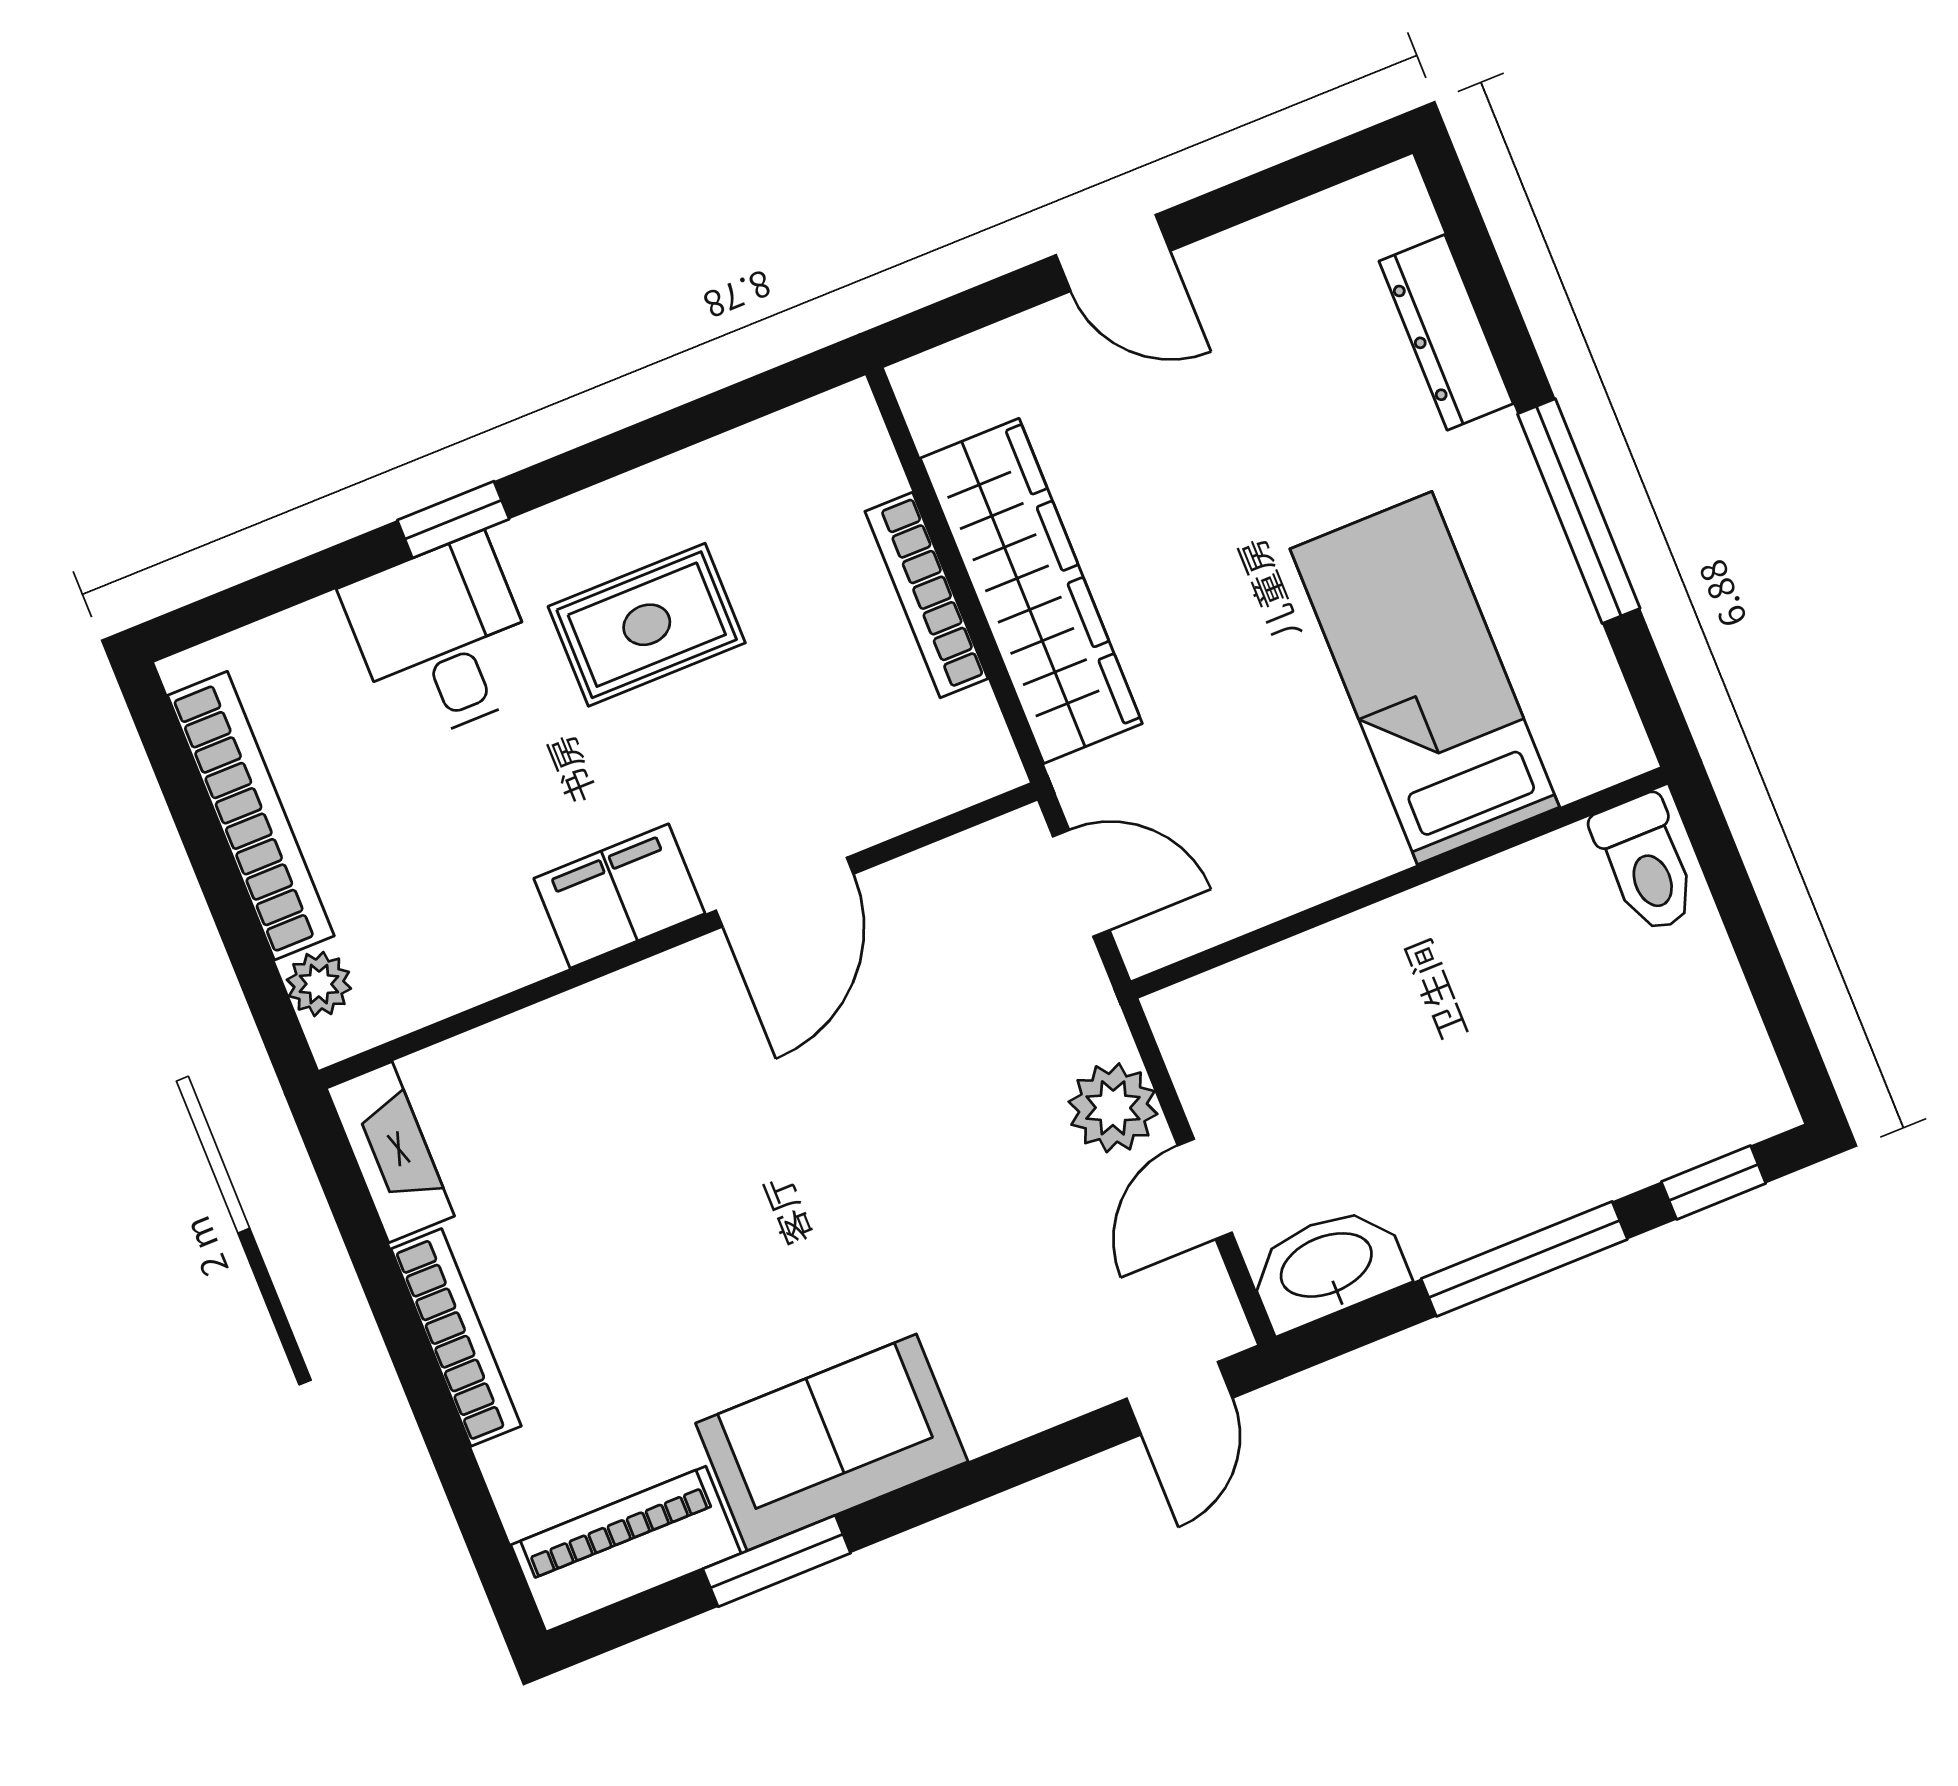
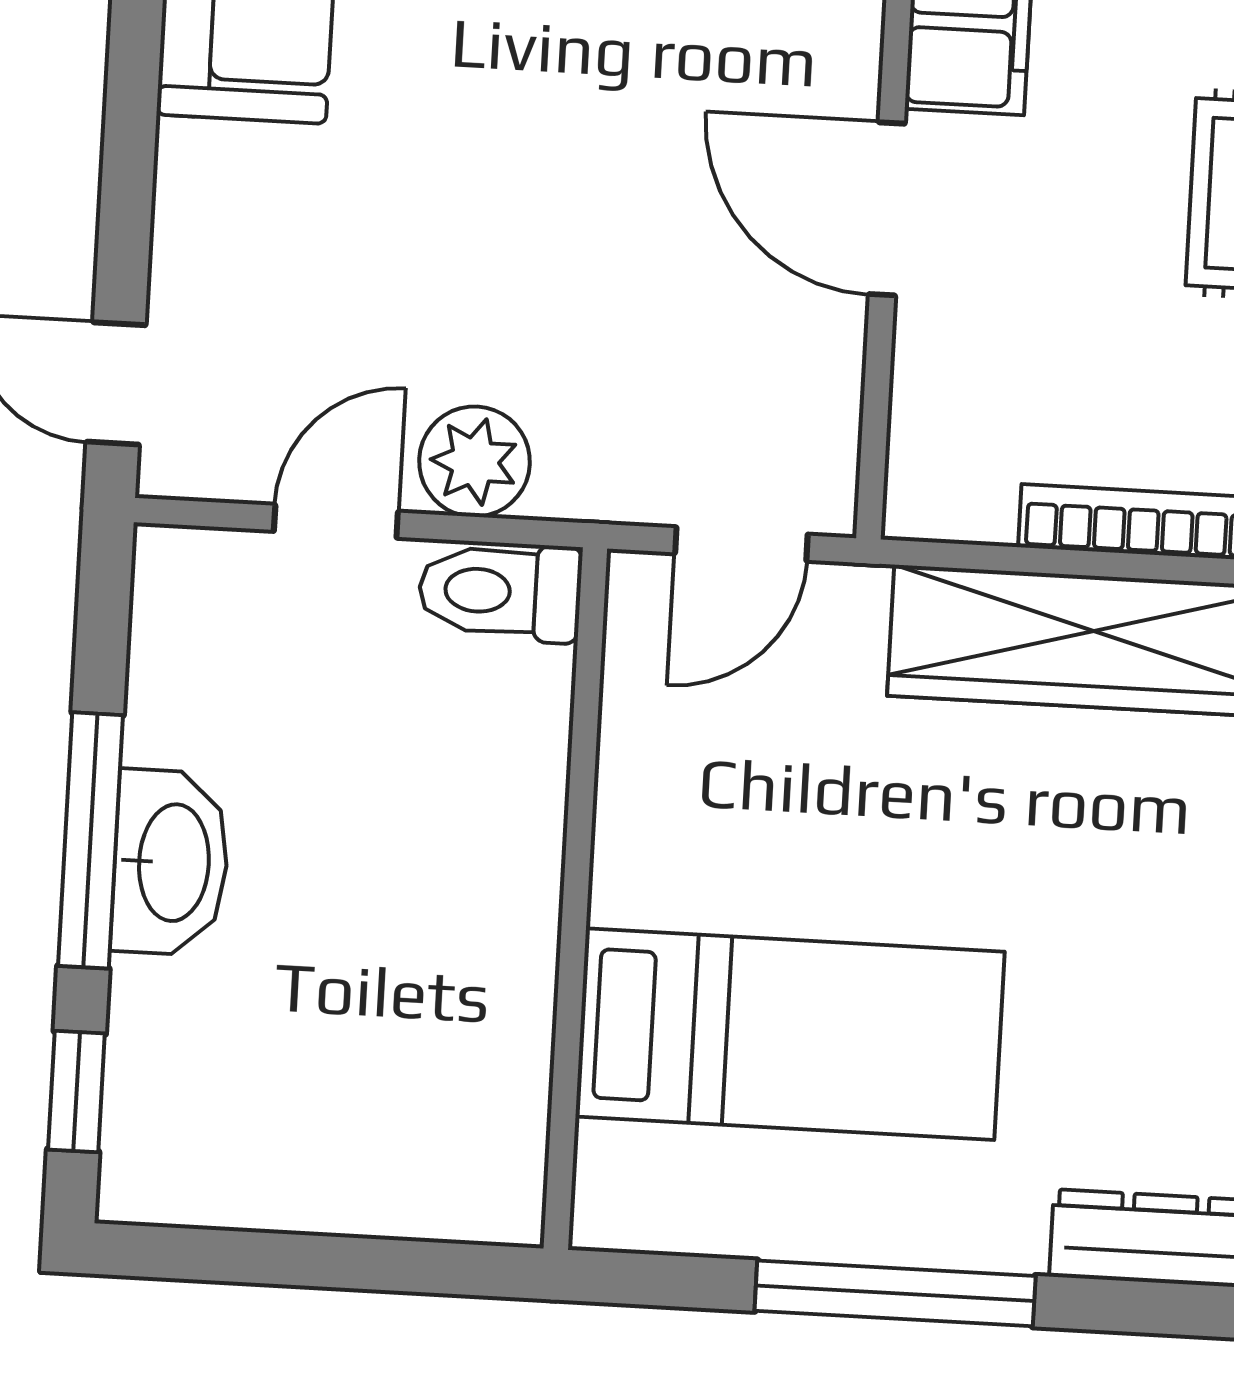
toilet: (1646, 864) -> (500, 591), moved
door: (1205, 1189) -> (336, 521), hinge flipped
washbasin: (1327, 1267) -> (171, 862), moved

